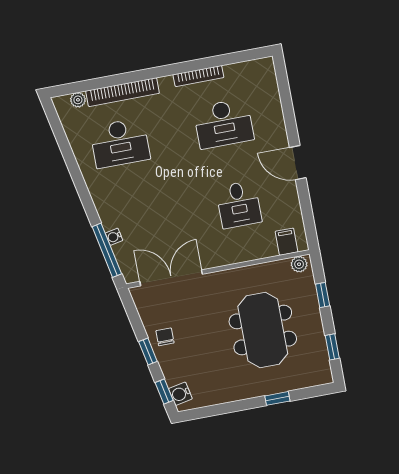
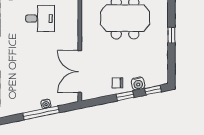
window: (107, 250) -> (41, 113), moved
water cooler: (180, 394) -> (138, 84), moved
window: (277, 398) -> (171, 35), moved

